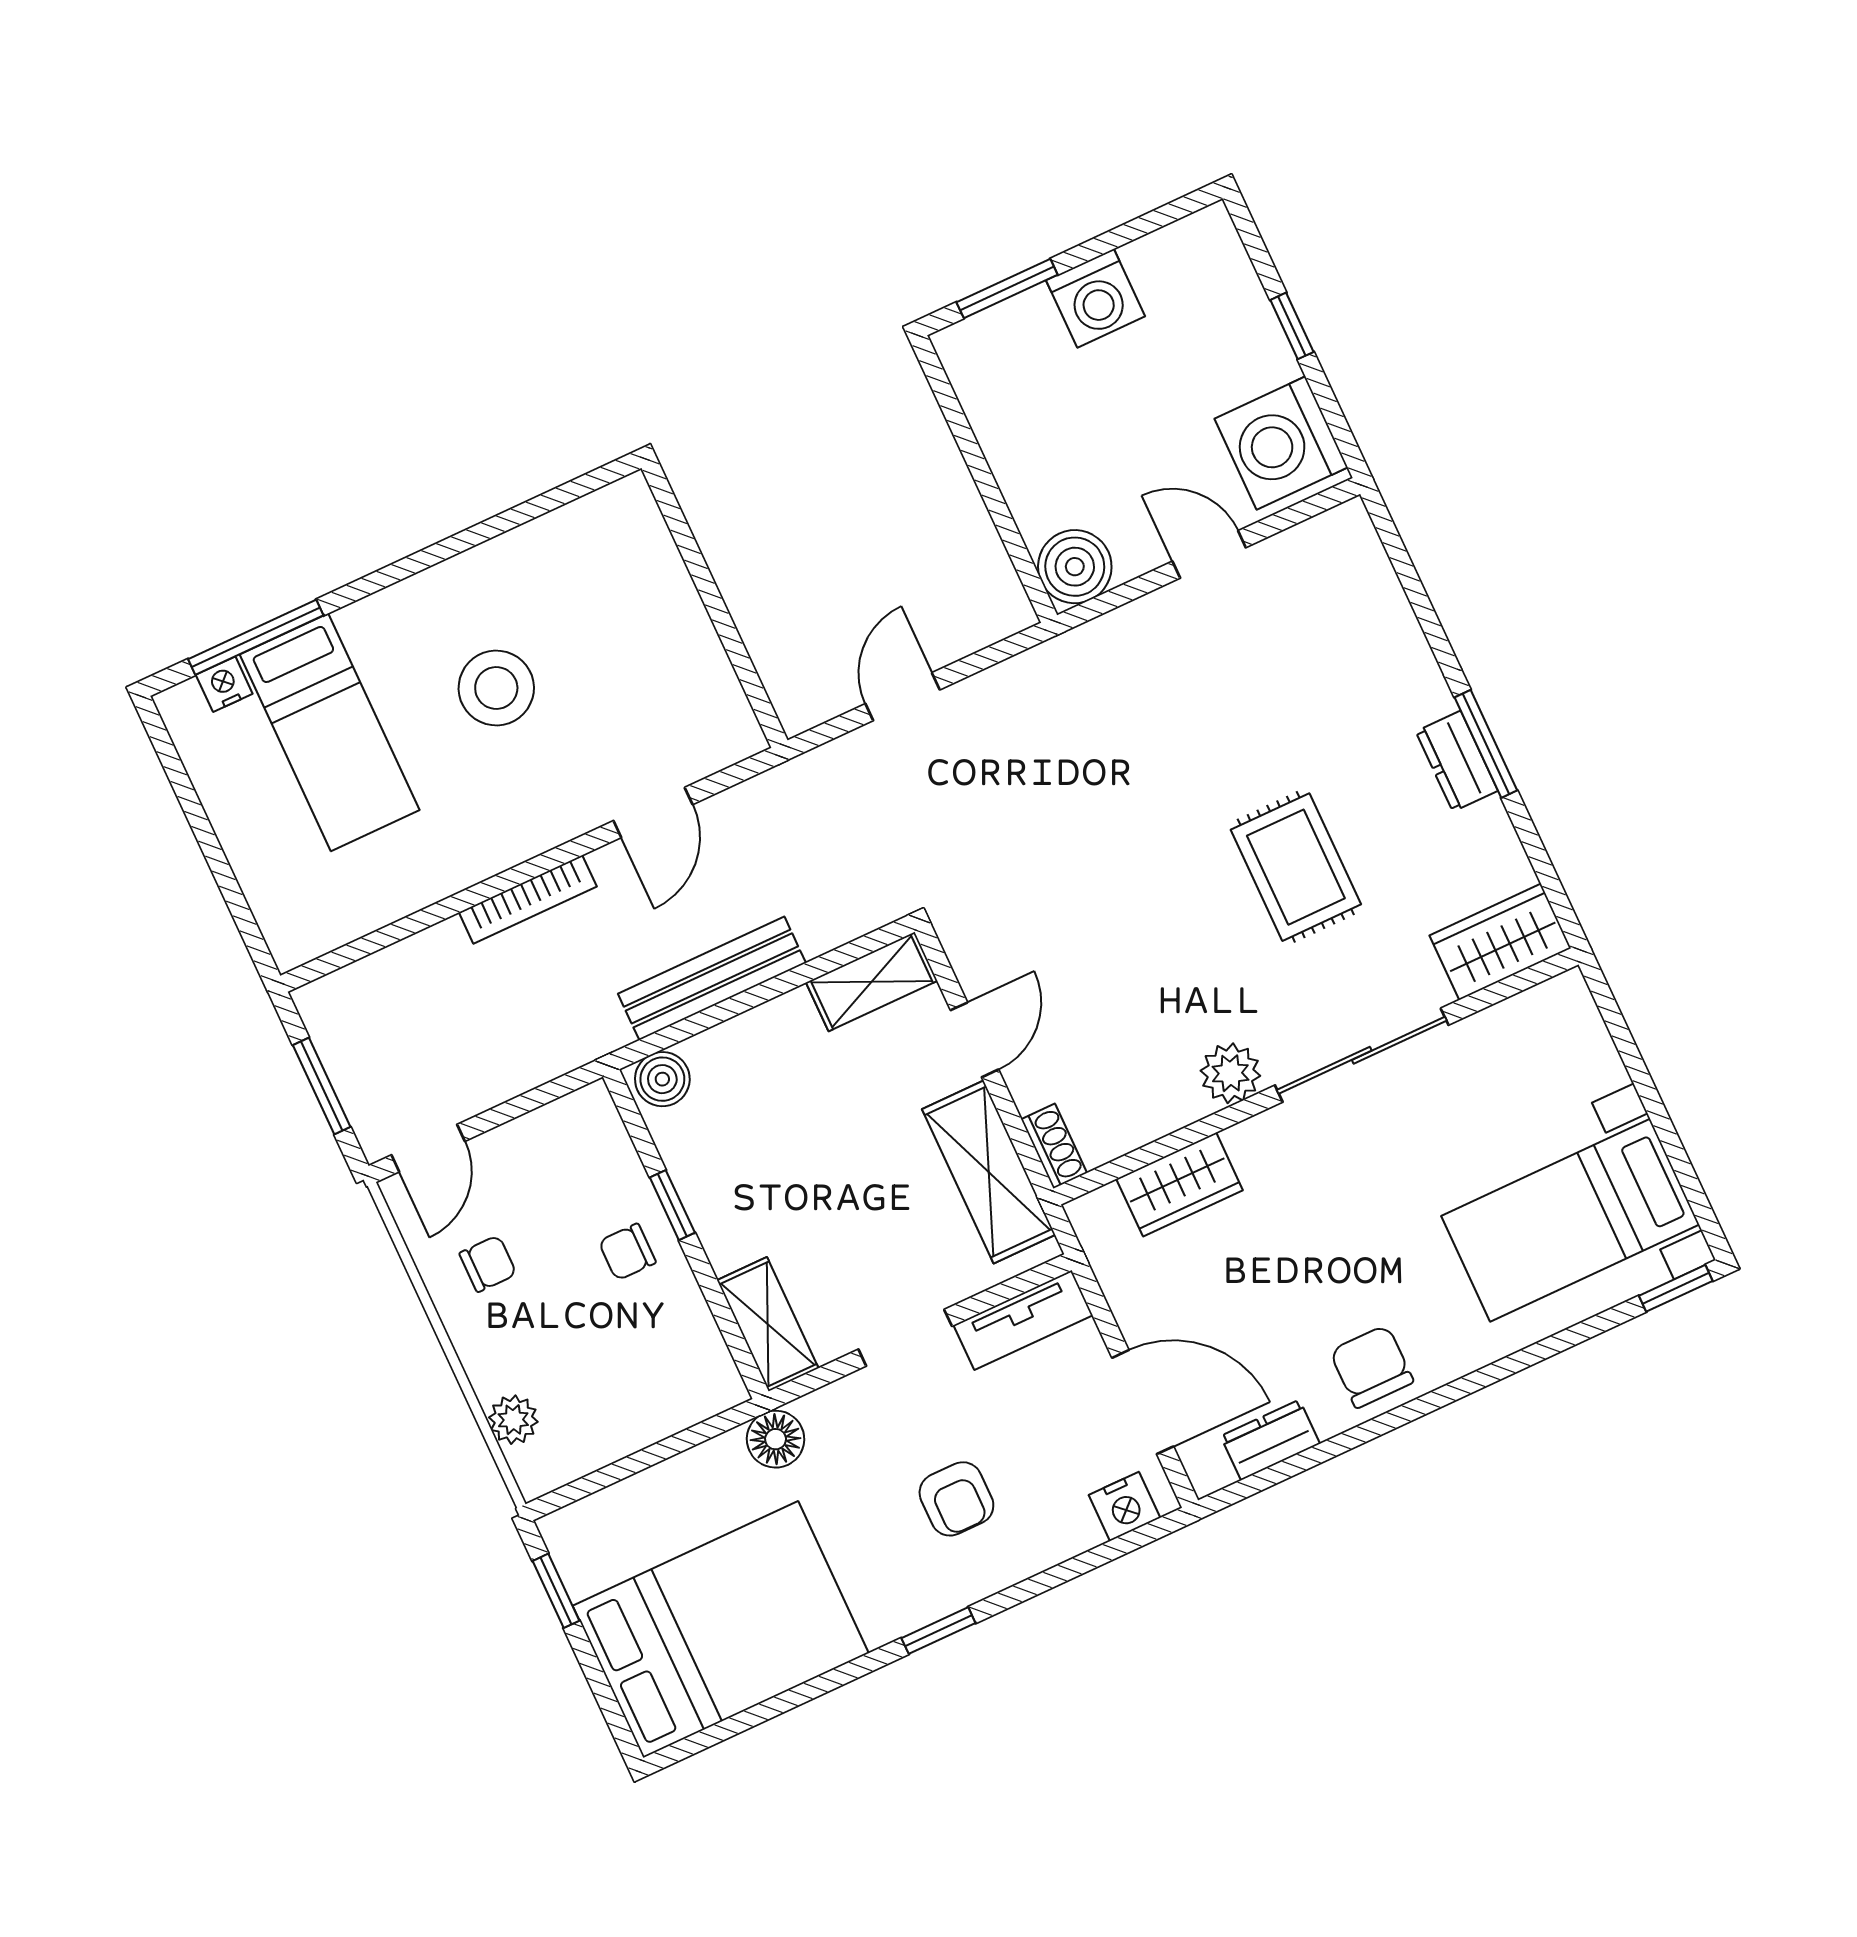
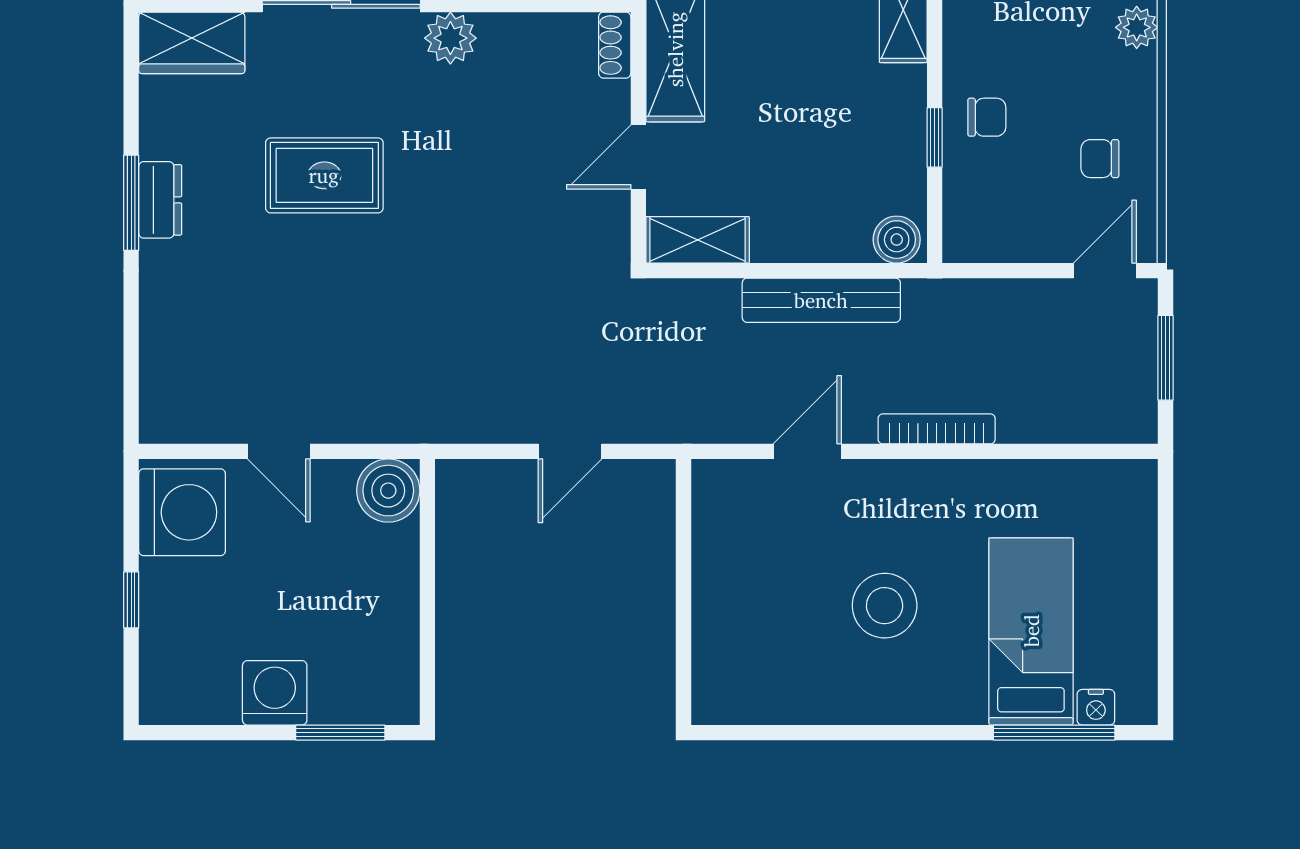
rug: (1296, 867) -> (324, 175), turned 90

